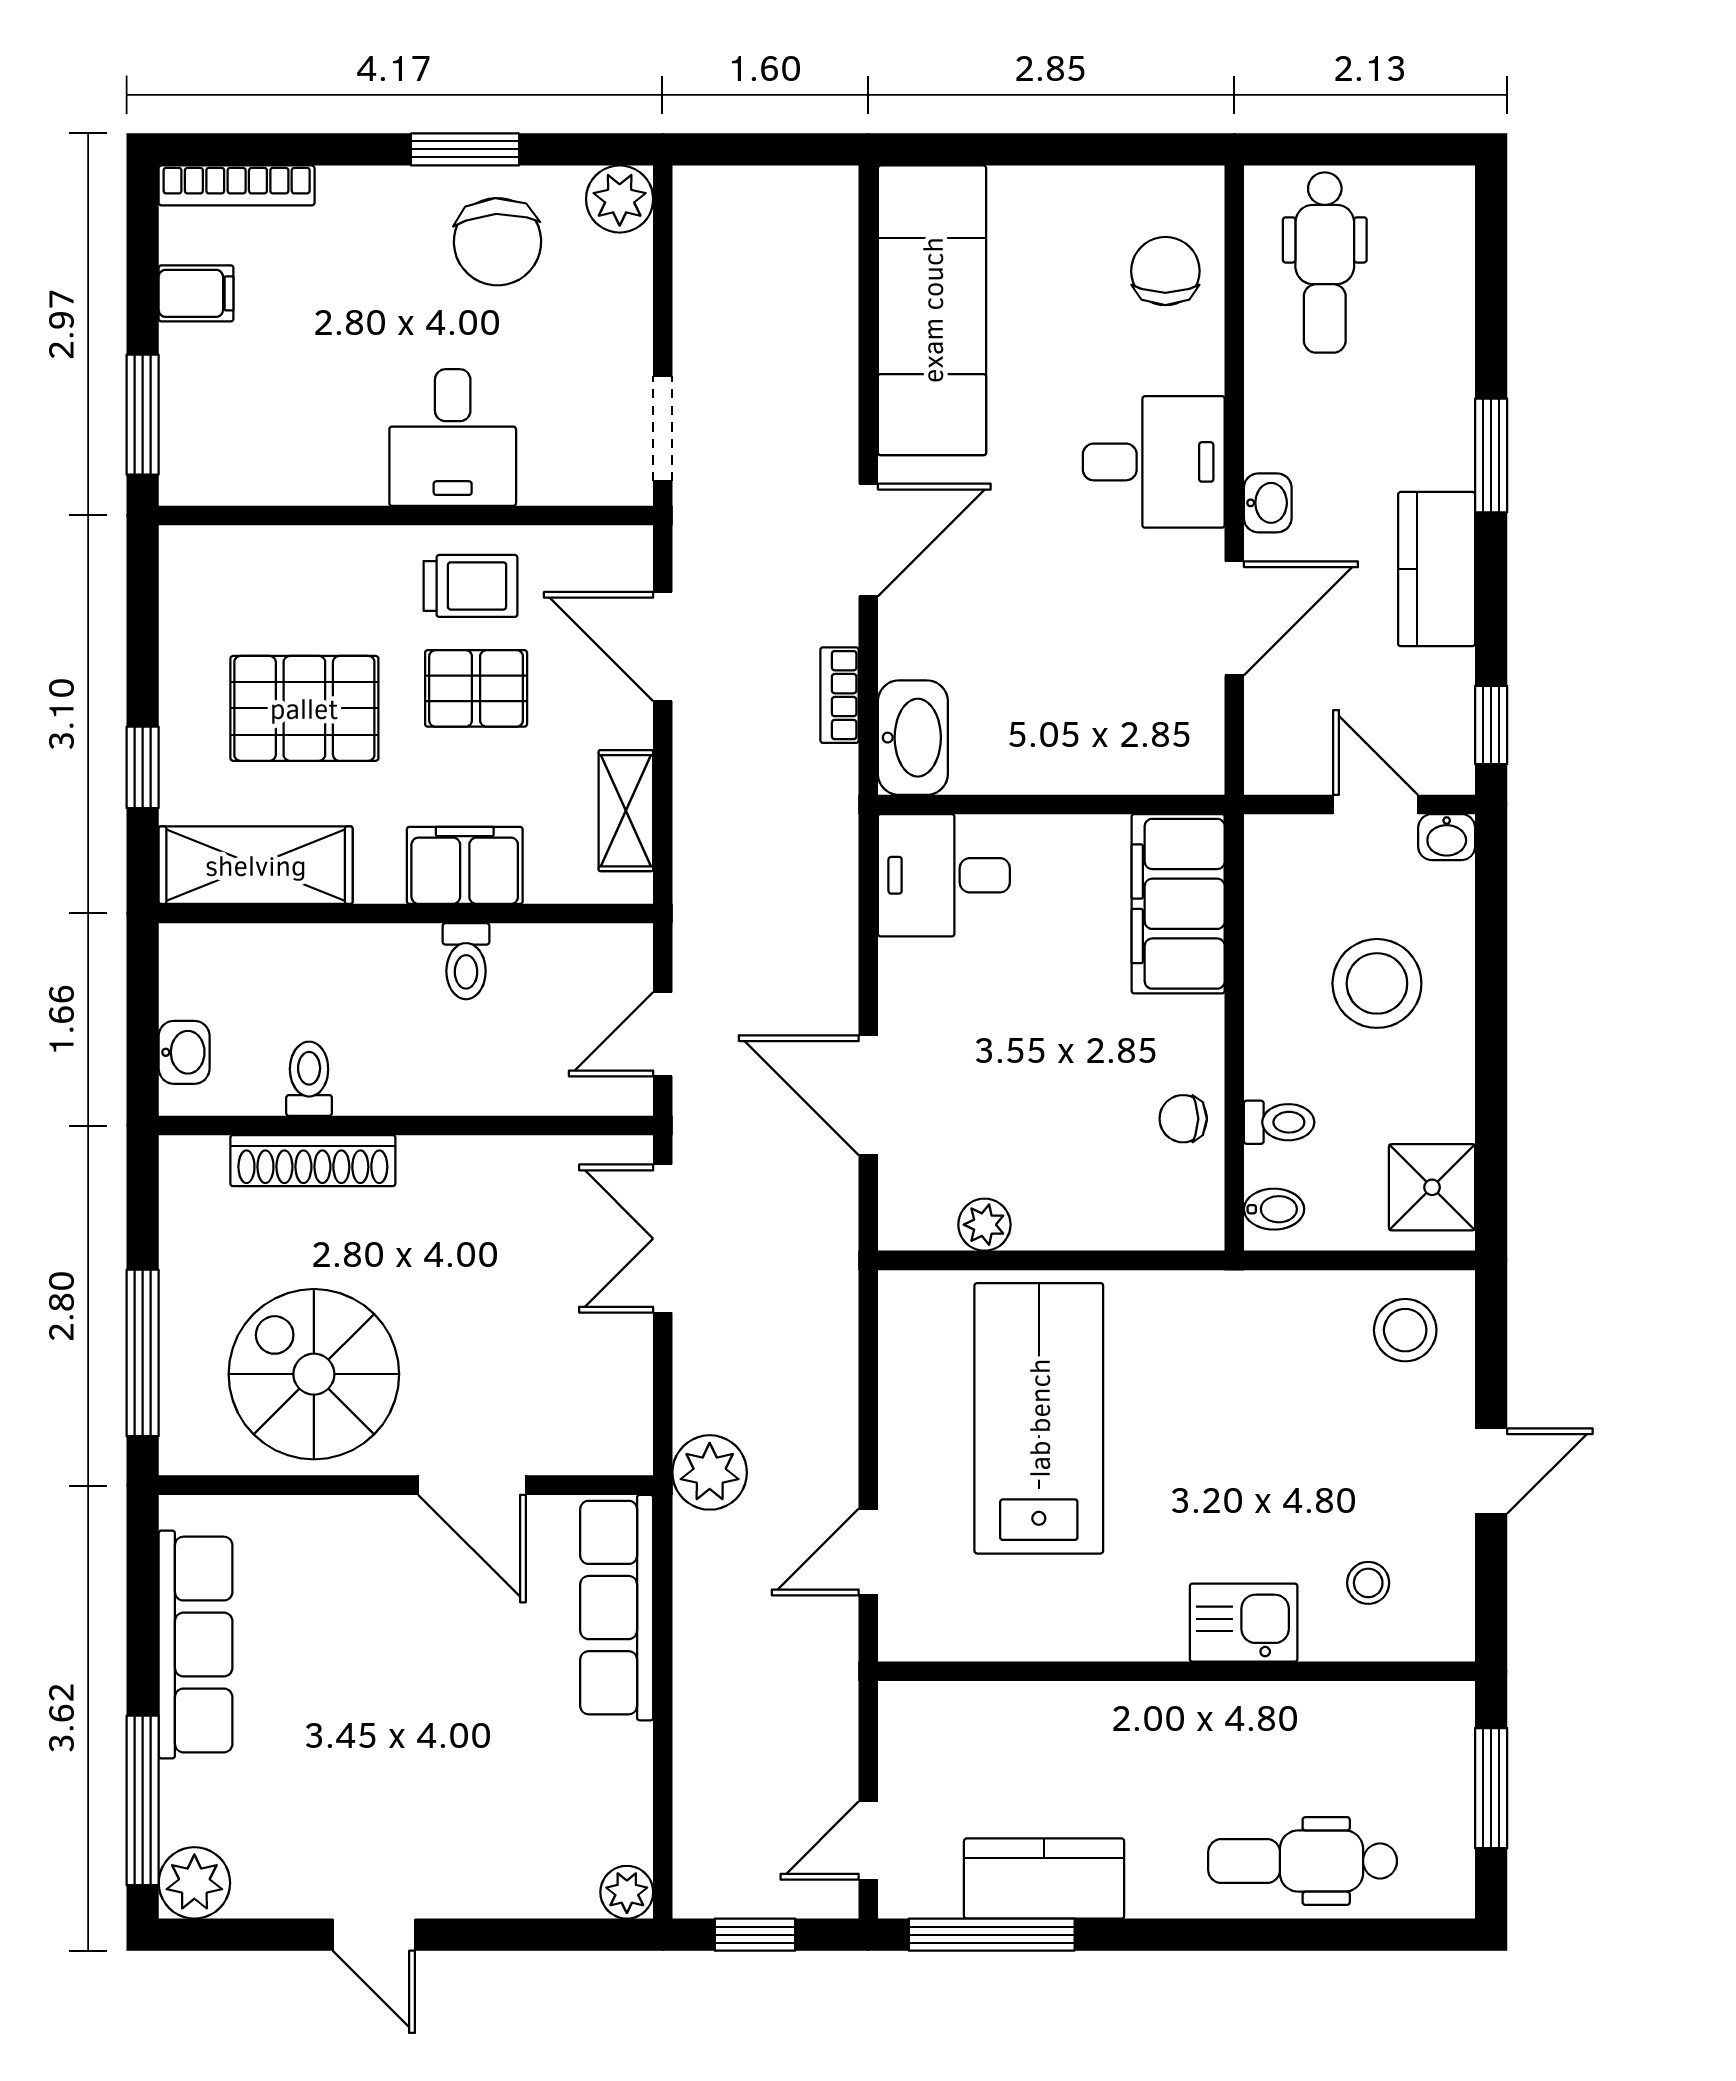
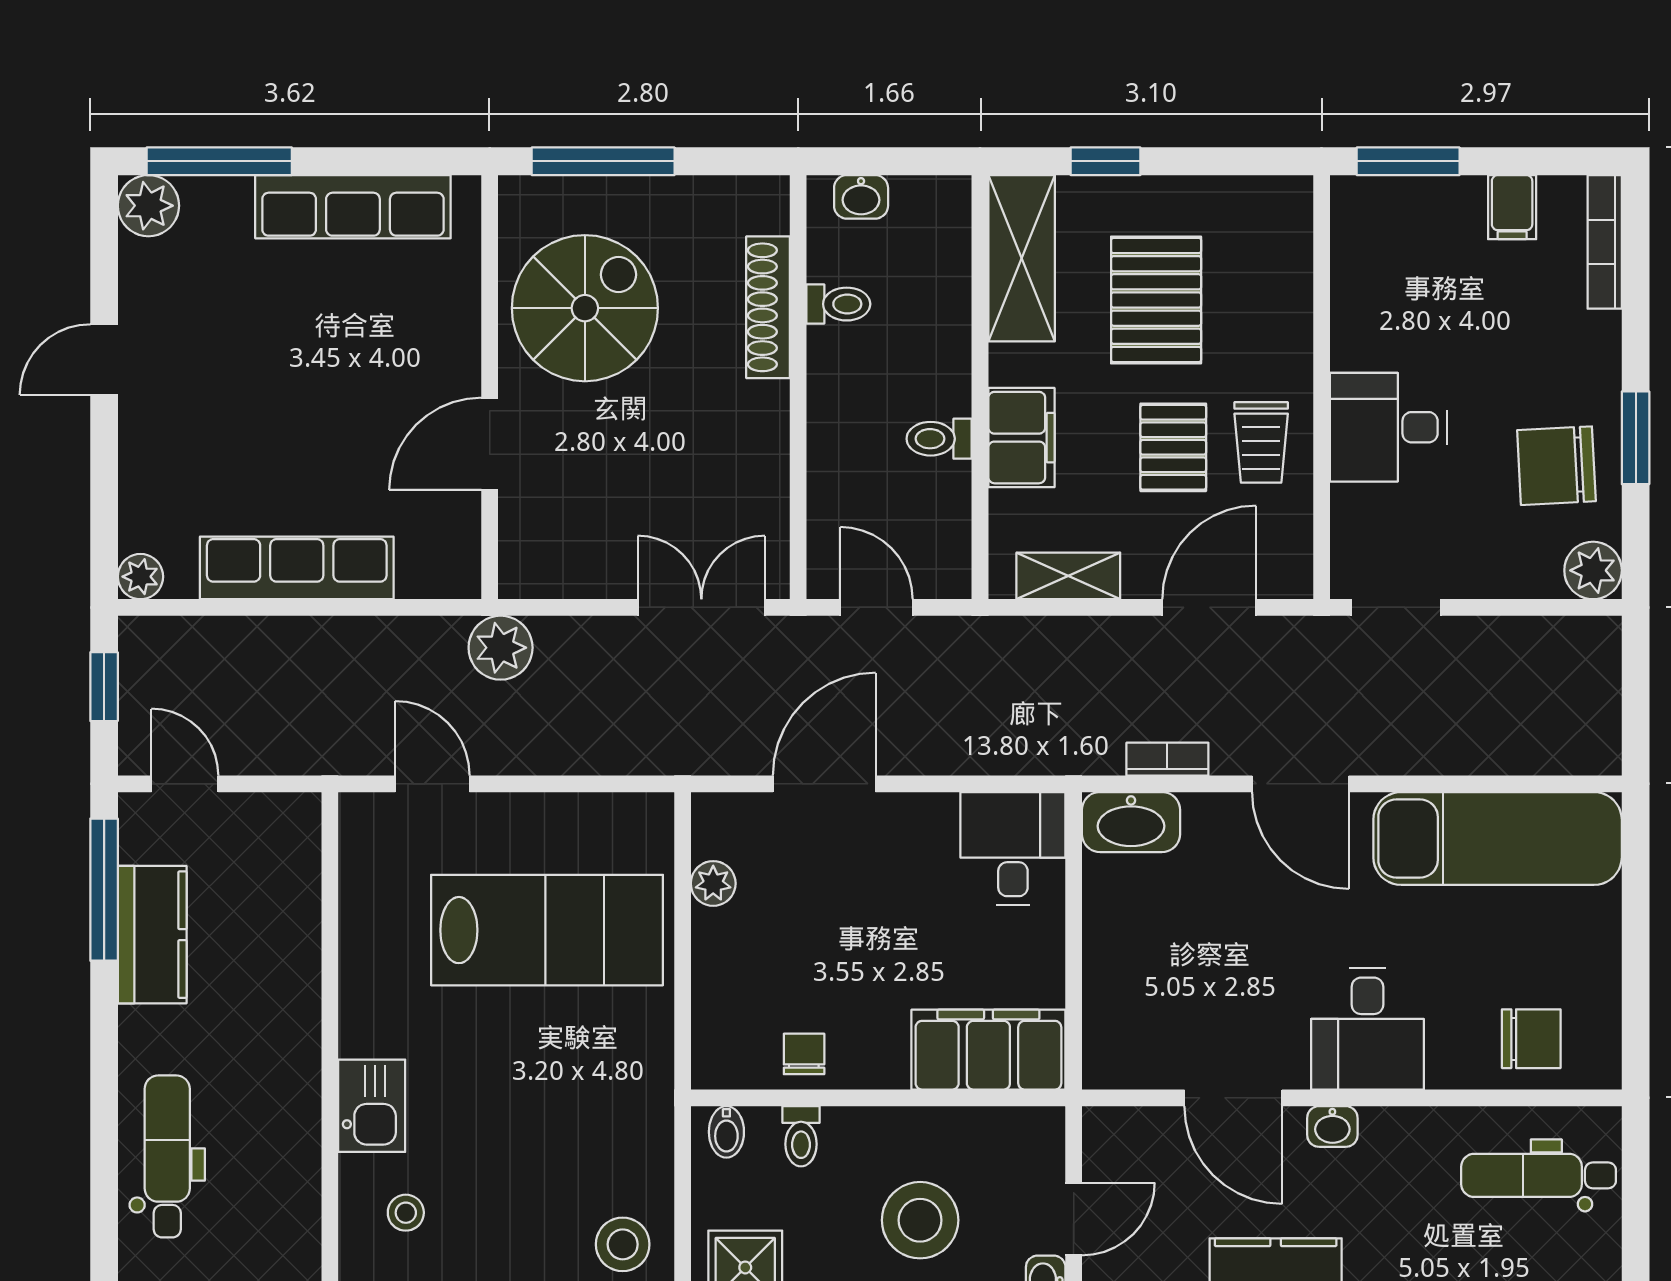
row of seats: (617, 1608) -> (297, 568), moved

